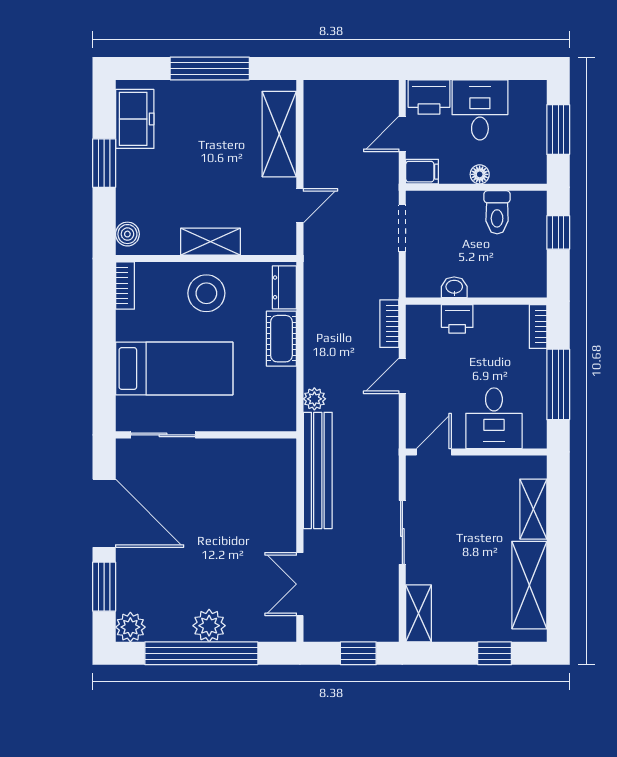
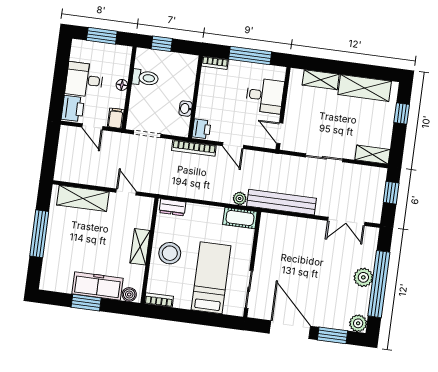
freezer: (135, 119) -> (97, 286), moved, width x1.40
printer: (457, 319) -> (202, 129), moved
bookcase: (389, 324) -> (194, 148), width x1.56
cot: (281, 339) -> (240, 218), moved
door: (104, 513) -> (290, 330), hinge flipped

